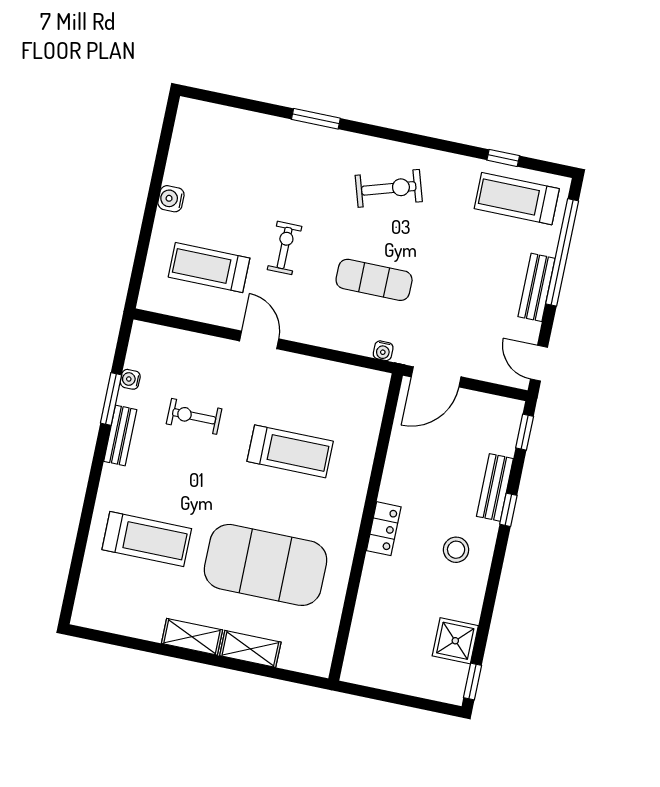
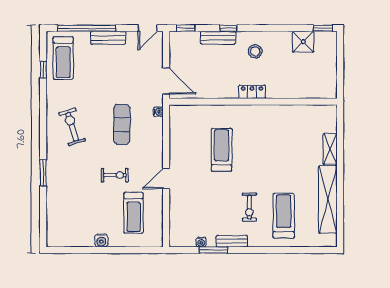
exercise bike: (285, 248) -> (115, 175), turned 180
exercise bike: (194, 416) -> (249, 207), moved
exercise mat: (266, 565) -> (284, 150), removed
shelving: (192, 637) -> (328, 200), width x2.20, depth x1.33

